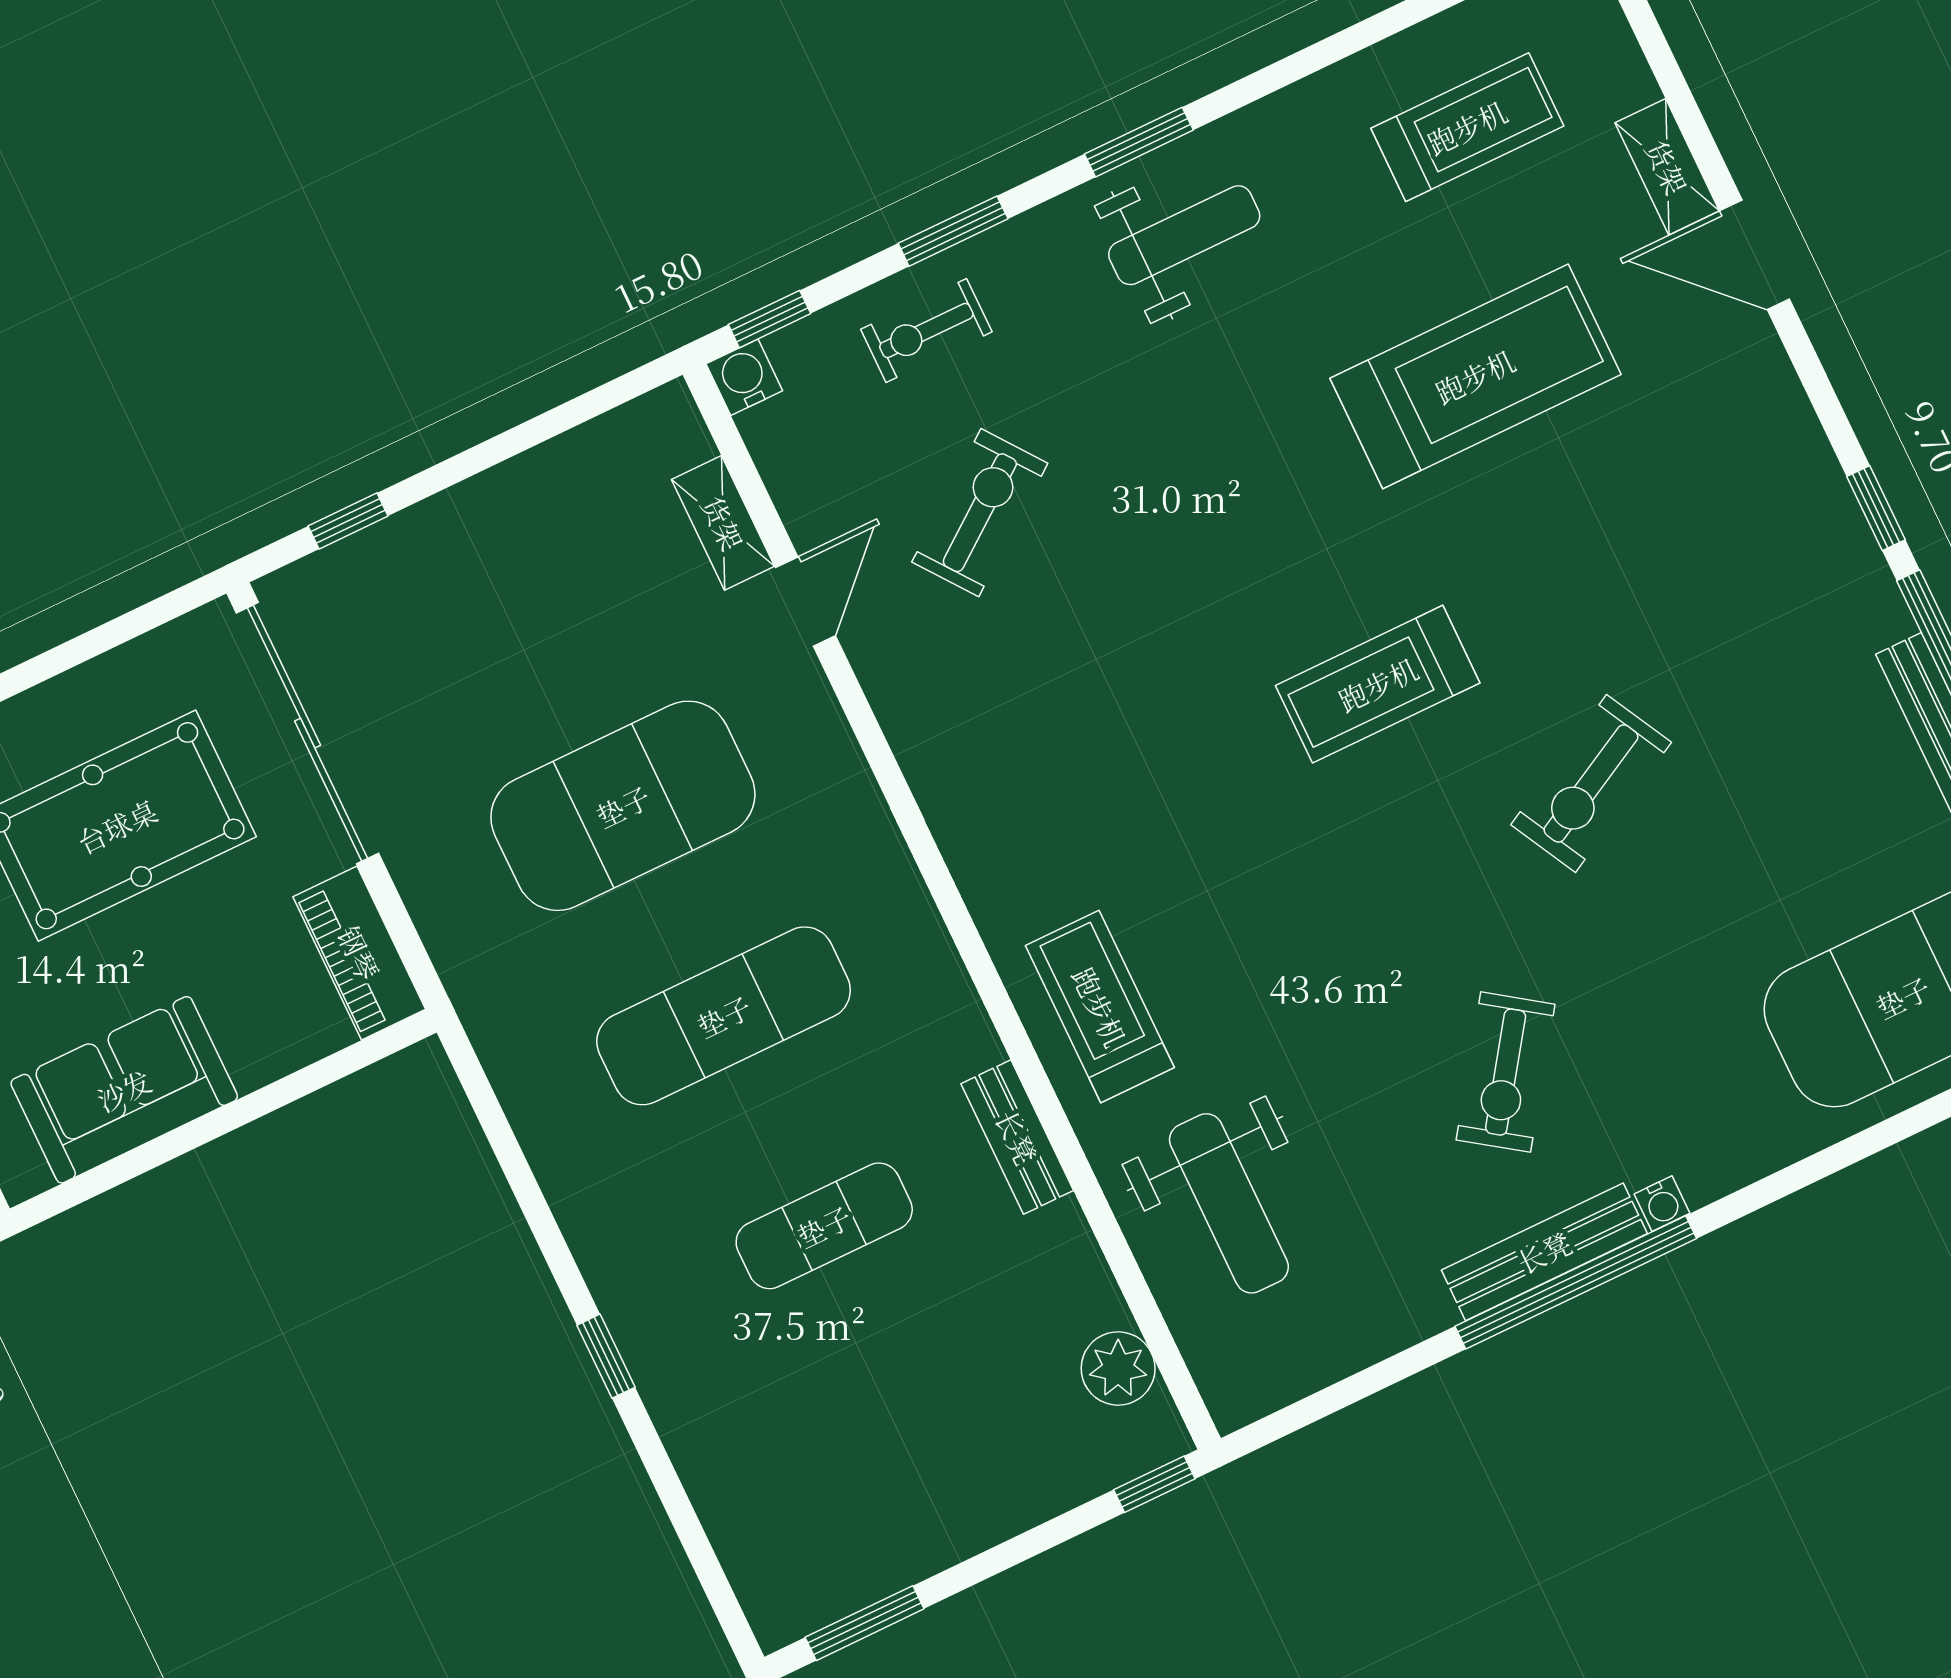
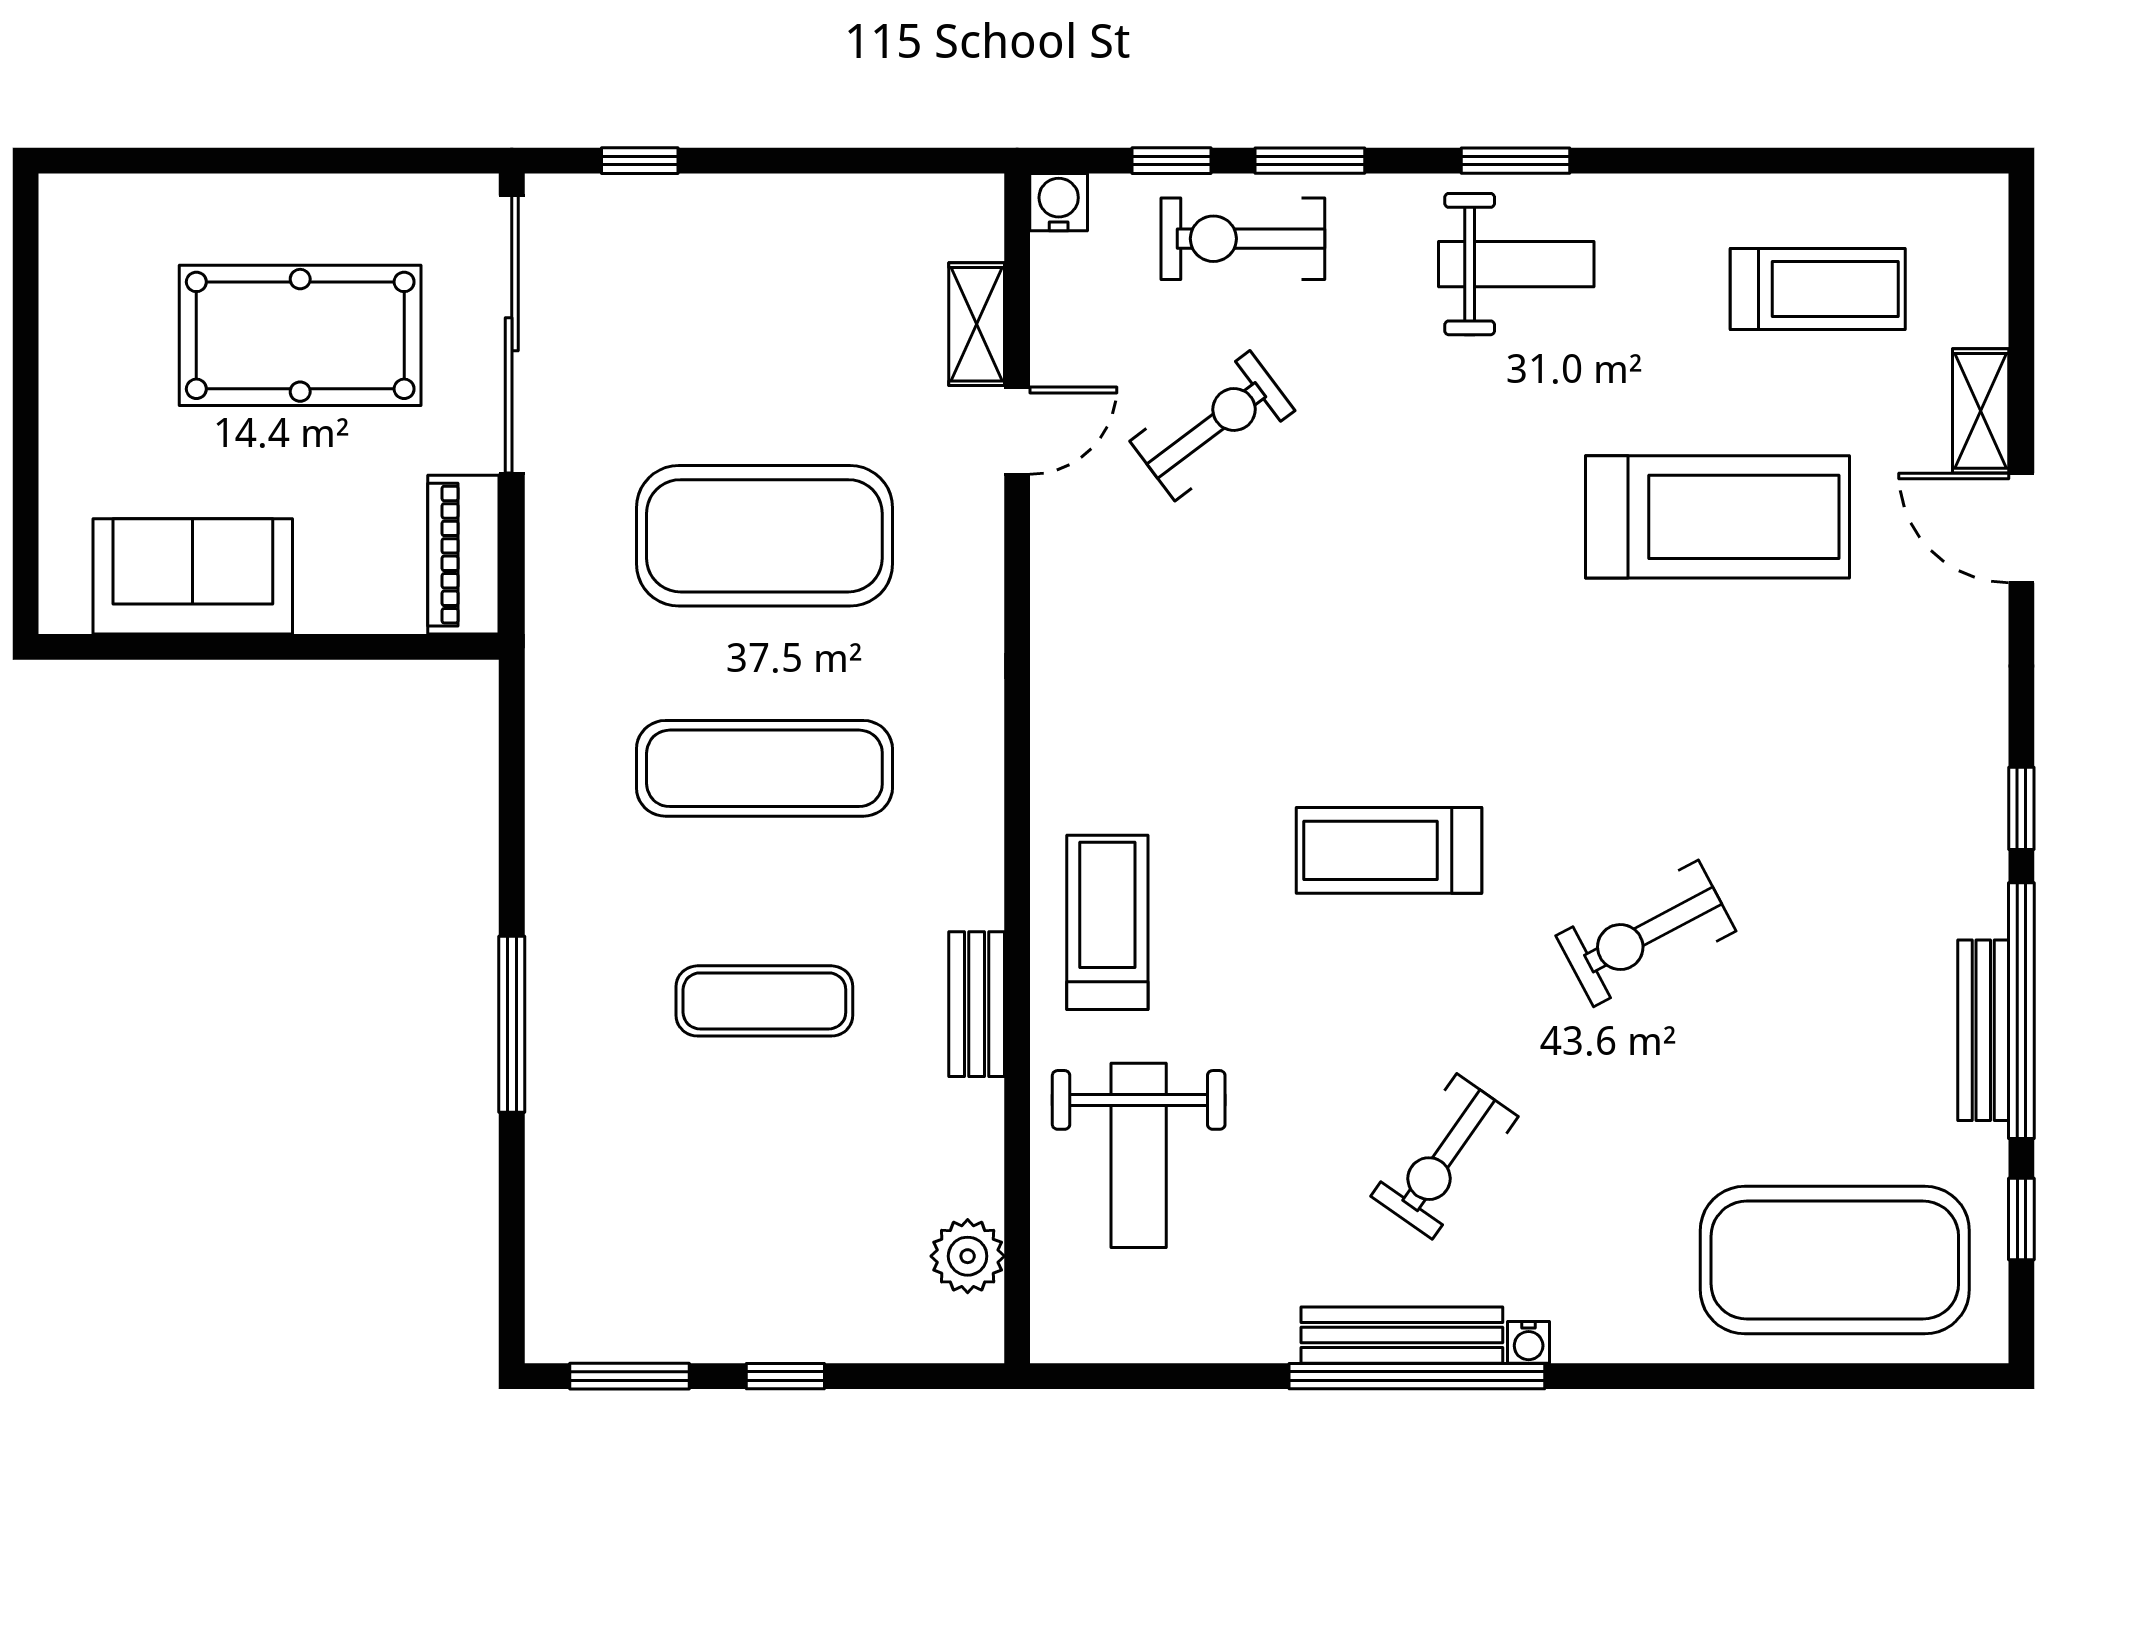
window: (770, 319) -> (1171, 161), moved
exercise bike: (926, 331) -> (1243, 239), width x1.38, depth x1.39
treadmill: (1378, 684) -> (1389, 850), moved
window: (606, 1356) -> (512, 1024), width x2.17
window: (1154, 1484) -> (785, 1376), moved

